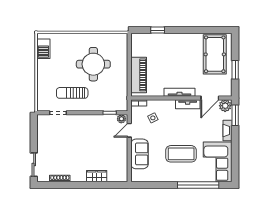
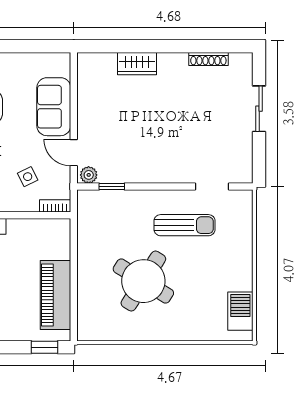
window: (158, 30) -> (45, 347), moved
round table: (93, 64) -> (143, 281), turned 32
piano: (139, 75) -> (56, 295), moved
door: (129, 130) -> (74, 153), swing flipped
sliding door: (34, 165) -> (259, 109), moved

